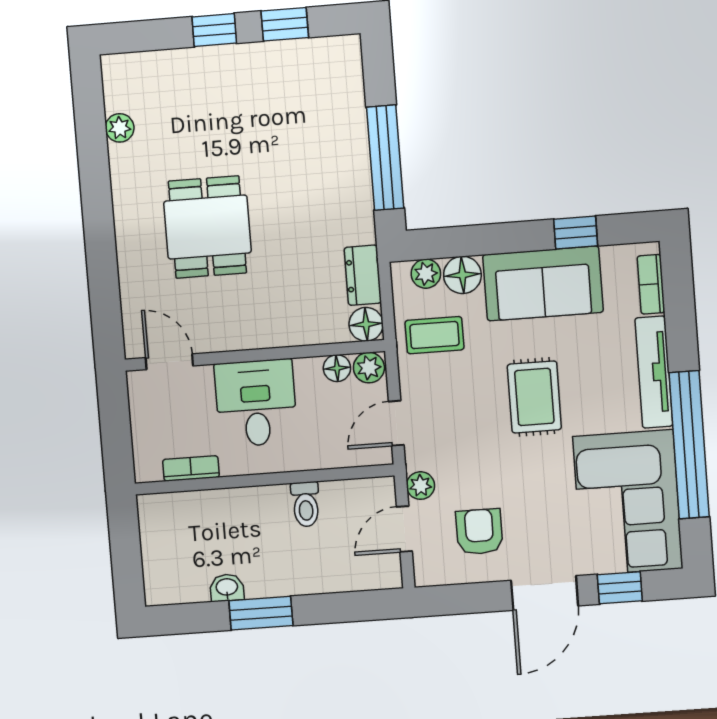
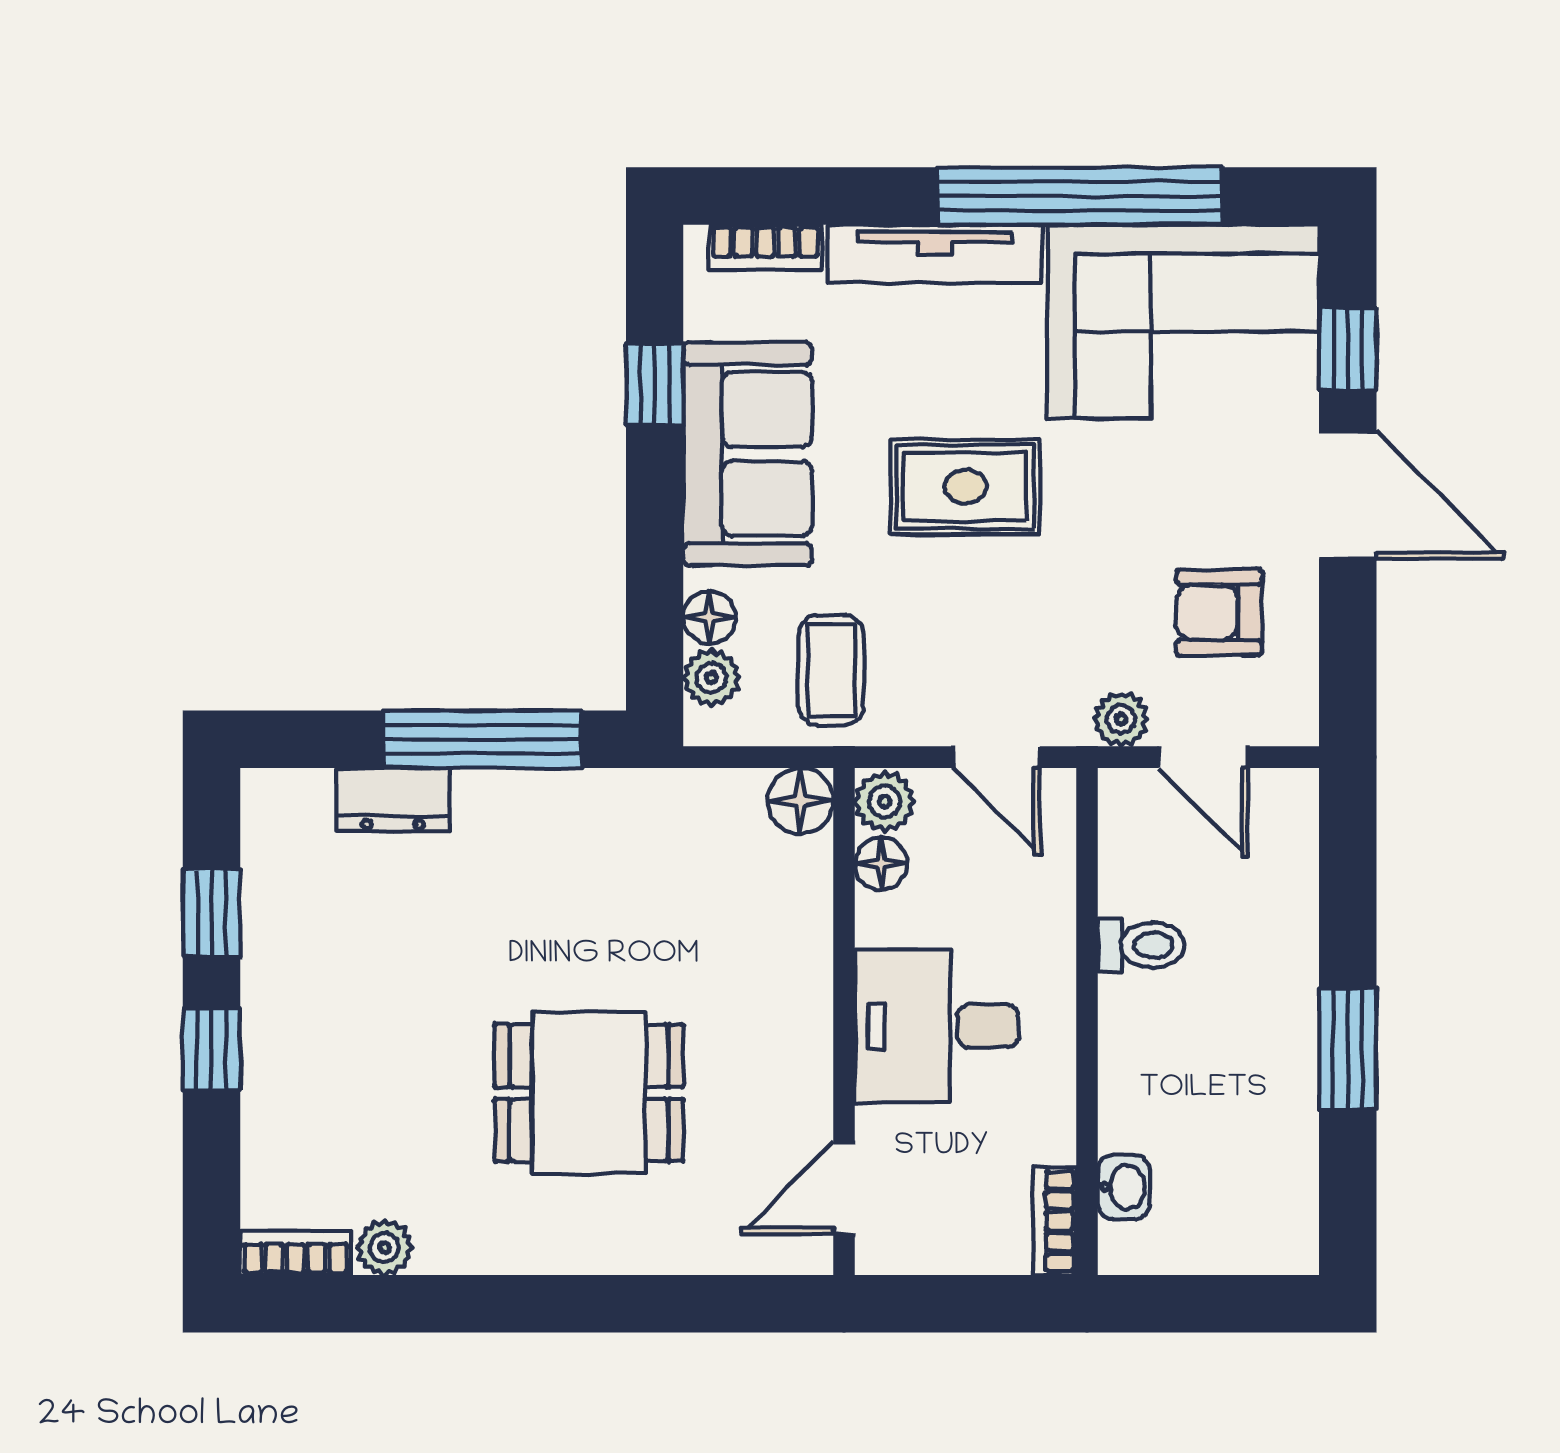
bookcase: (113, 82) -> (296, 1253), added
dresser: (363, 275) -> (393, 800), moved
floor lamp: (462, 275) -> (710, 617), width x0.73, depth x0.73
bookcase: (191, 468) -> (1055, 1221), moved
washbasin: (227, 588) -> (1124, 1187), moved, turned 180

